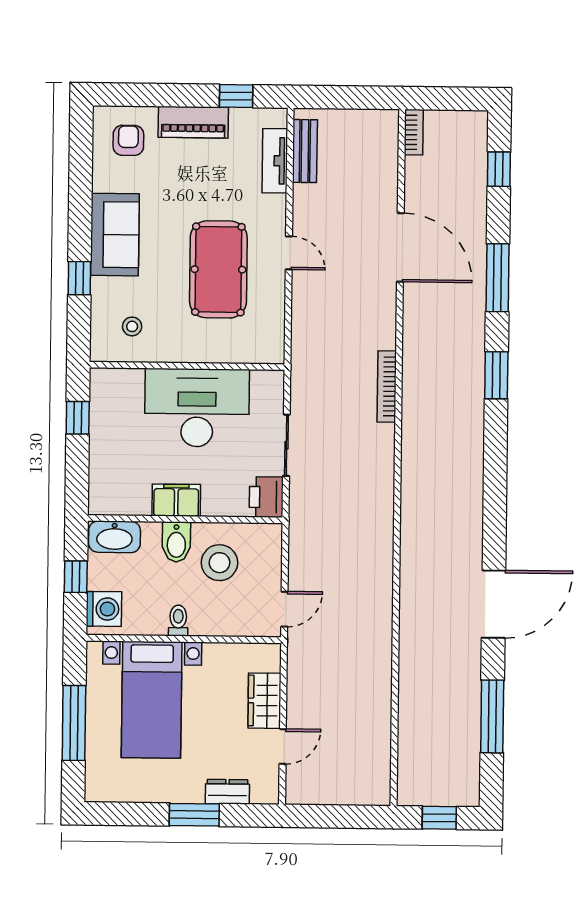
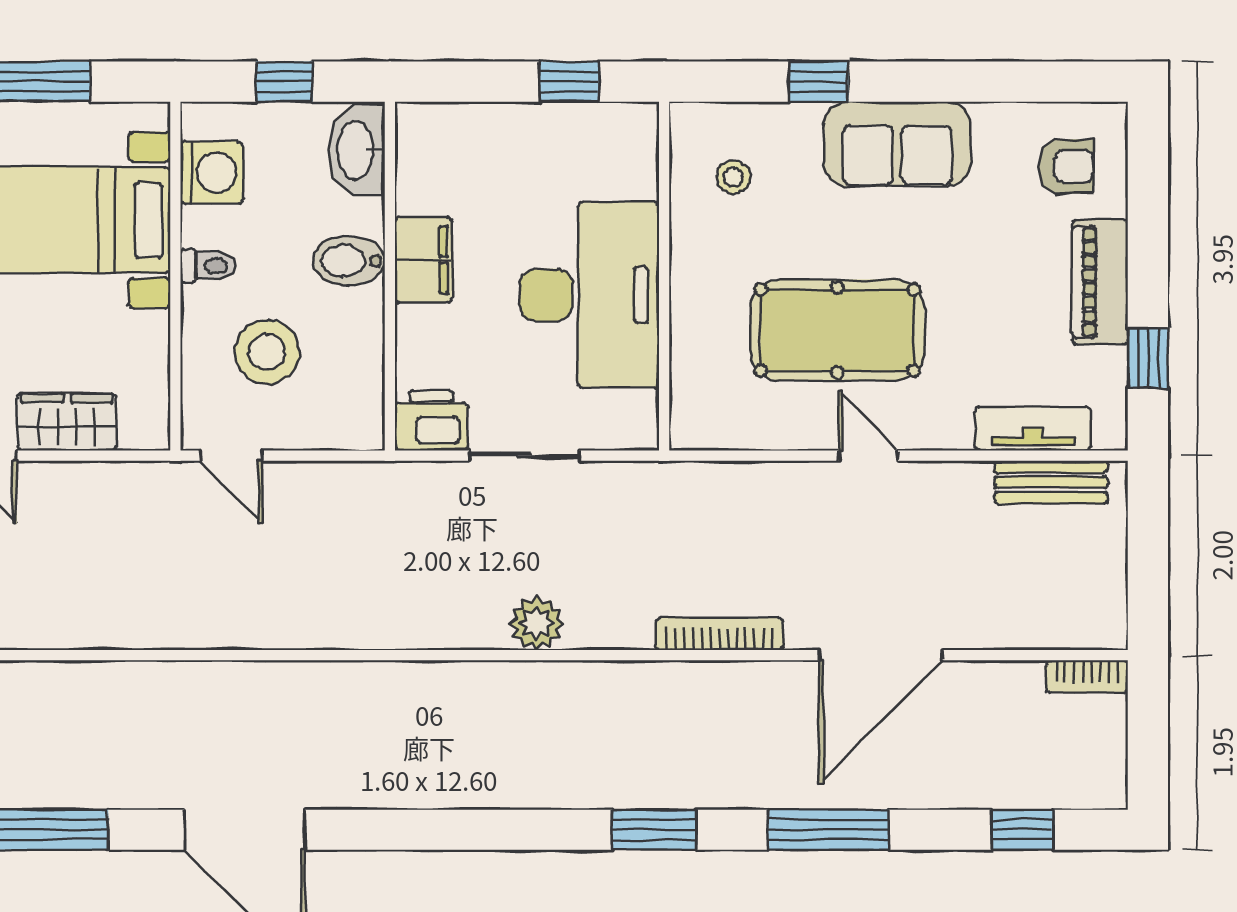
door: (289, 253) -> (868, 456), swing flipped
bookcase: (387, 387) -> (719, 634), moved
plant: (380, 439) -> (537, 623), added
stool: (219, 563) -> (267, 352), moved
washing machine: (104, 609) -> (212, 172), moved, turned -90

